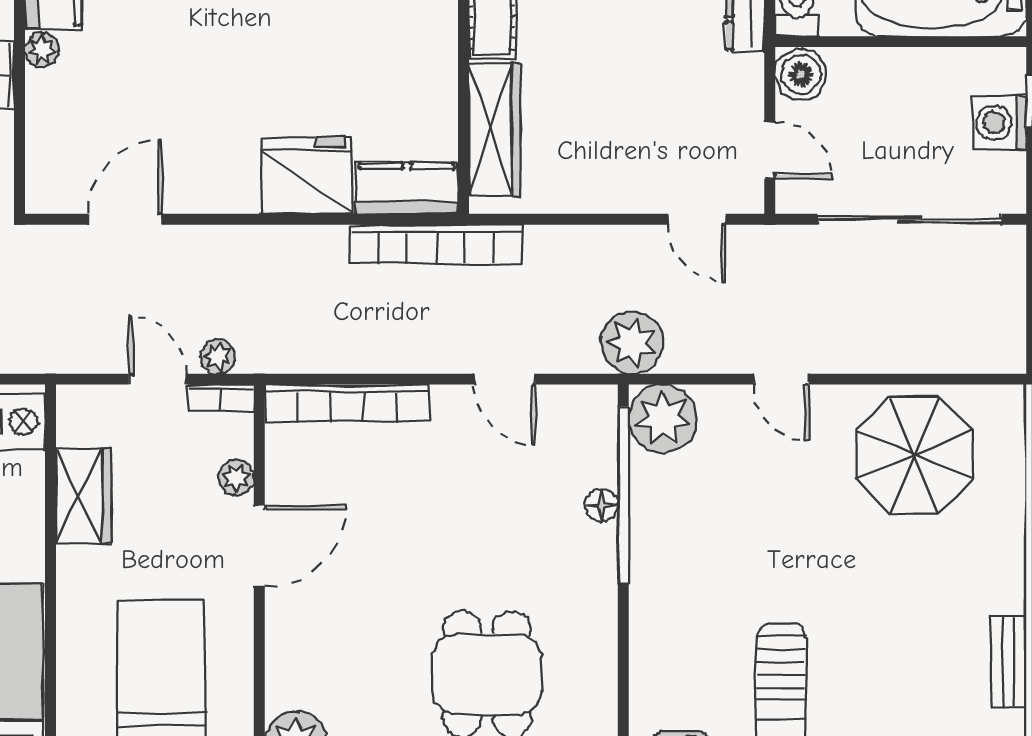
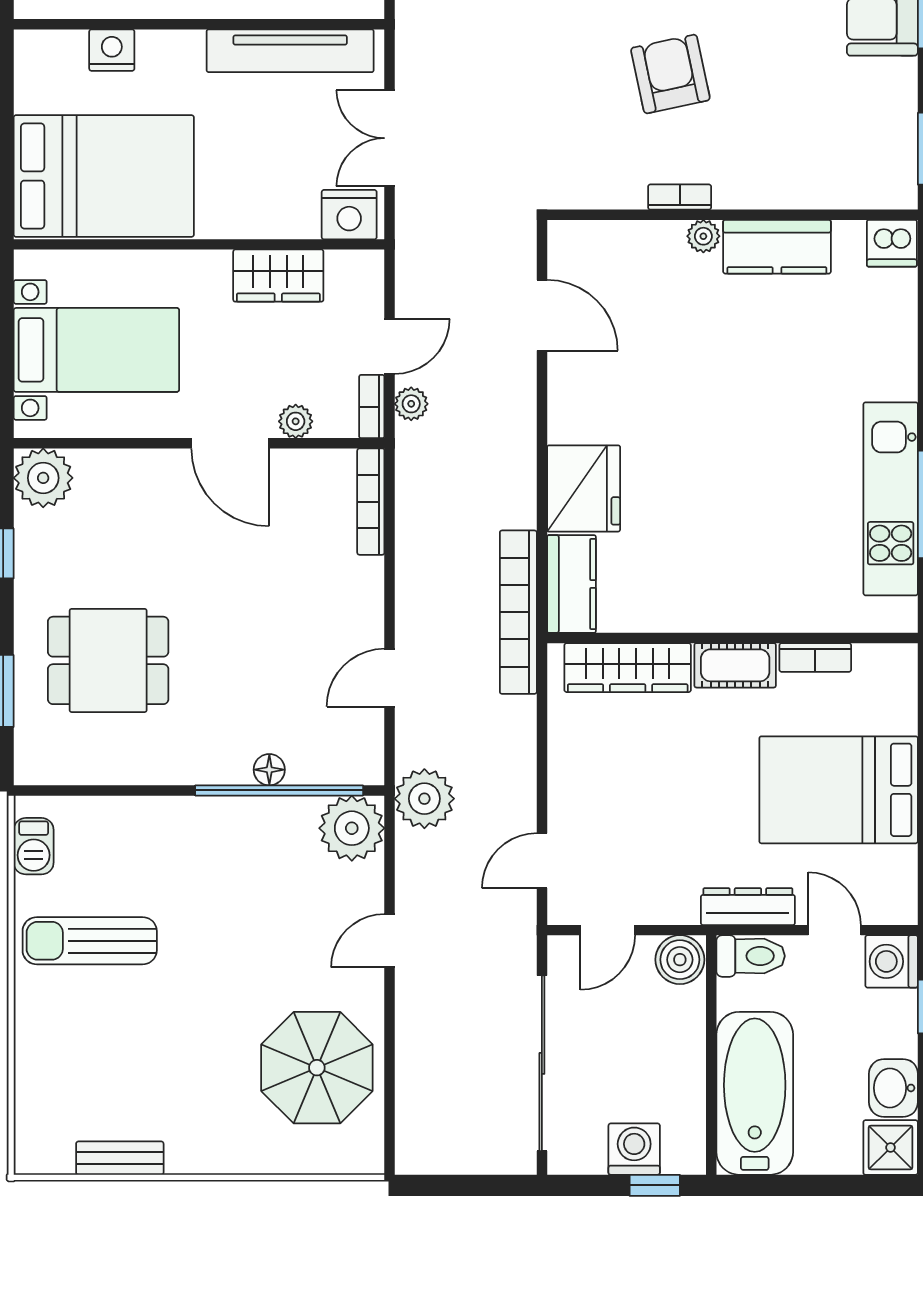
bookcase: (347, 403) -> (371, 502), width x0.68, depth x0.76

